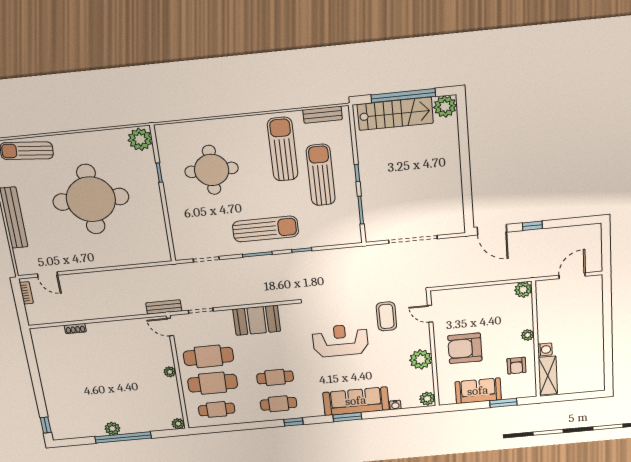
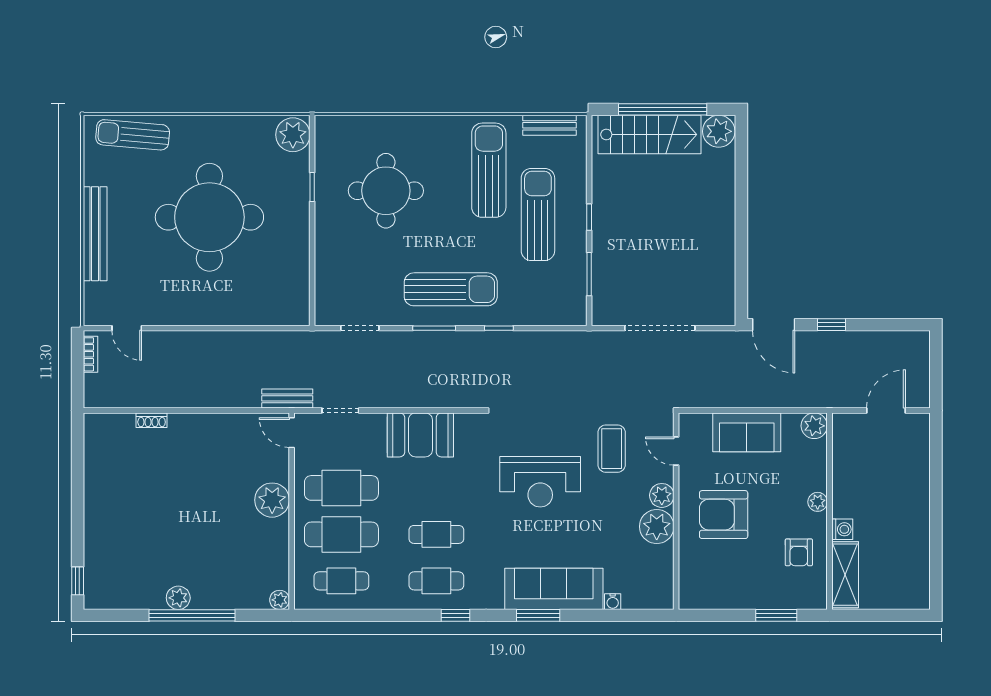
reception desk: (340, 340) -> (540, 482), turned 180
plant: (170, 372) -> (272, 500), width x1.87, depth x1.87
sofa: (478, 391) -> (747, 432), moved, turned 180
plant: (427, 399) -> (662, 495), moved

